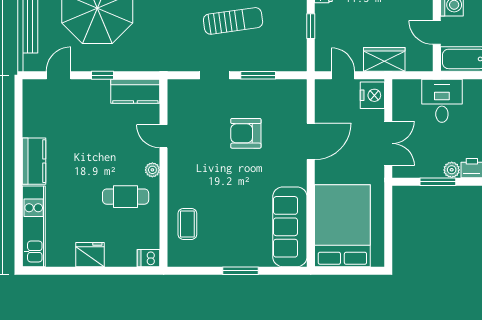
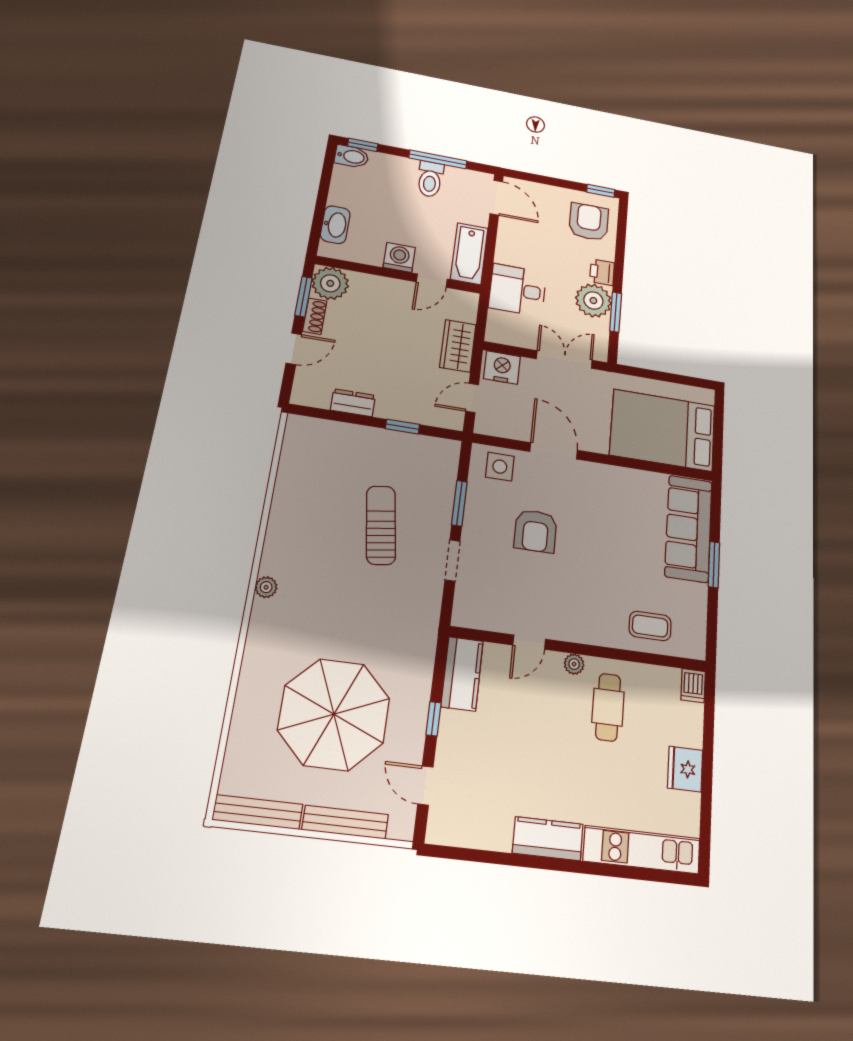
side table: (291, 102) -> (500, 467), added
plant: (452, 170) -> (593, 301), width x1.88, depth x1.88
sofa: (290, 227) -> (689, 528), moved, turned 90

